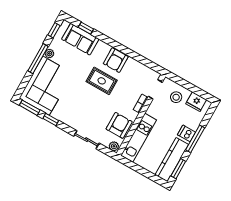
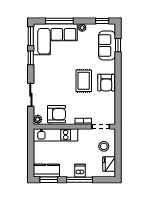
window: (38, 59) -> (59, 21), moved
armchair: (116, 60) -> (106, 83), turned -90
kitchen counter: (172, 160) -> (46, 171), width x0.67

